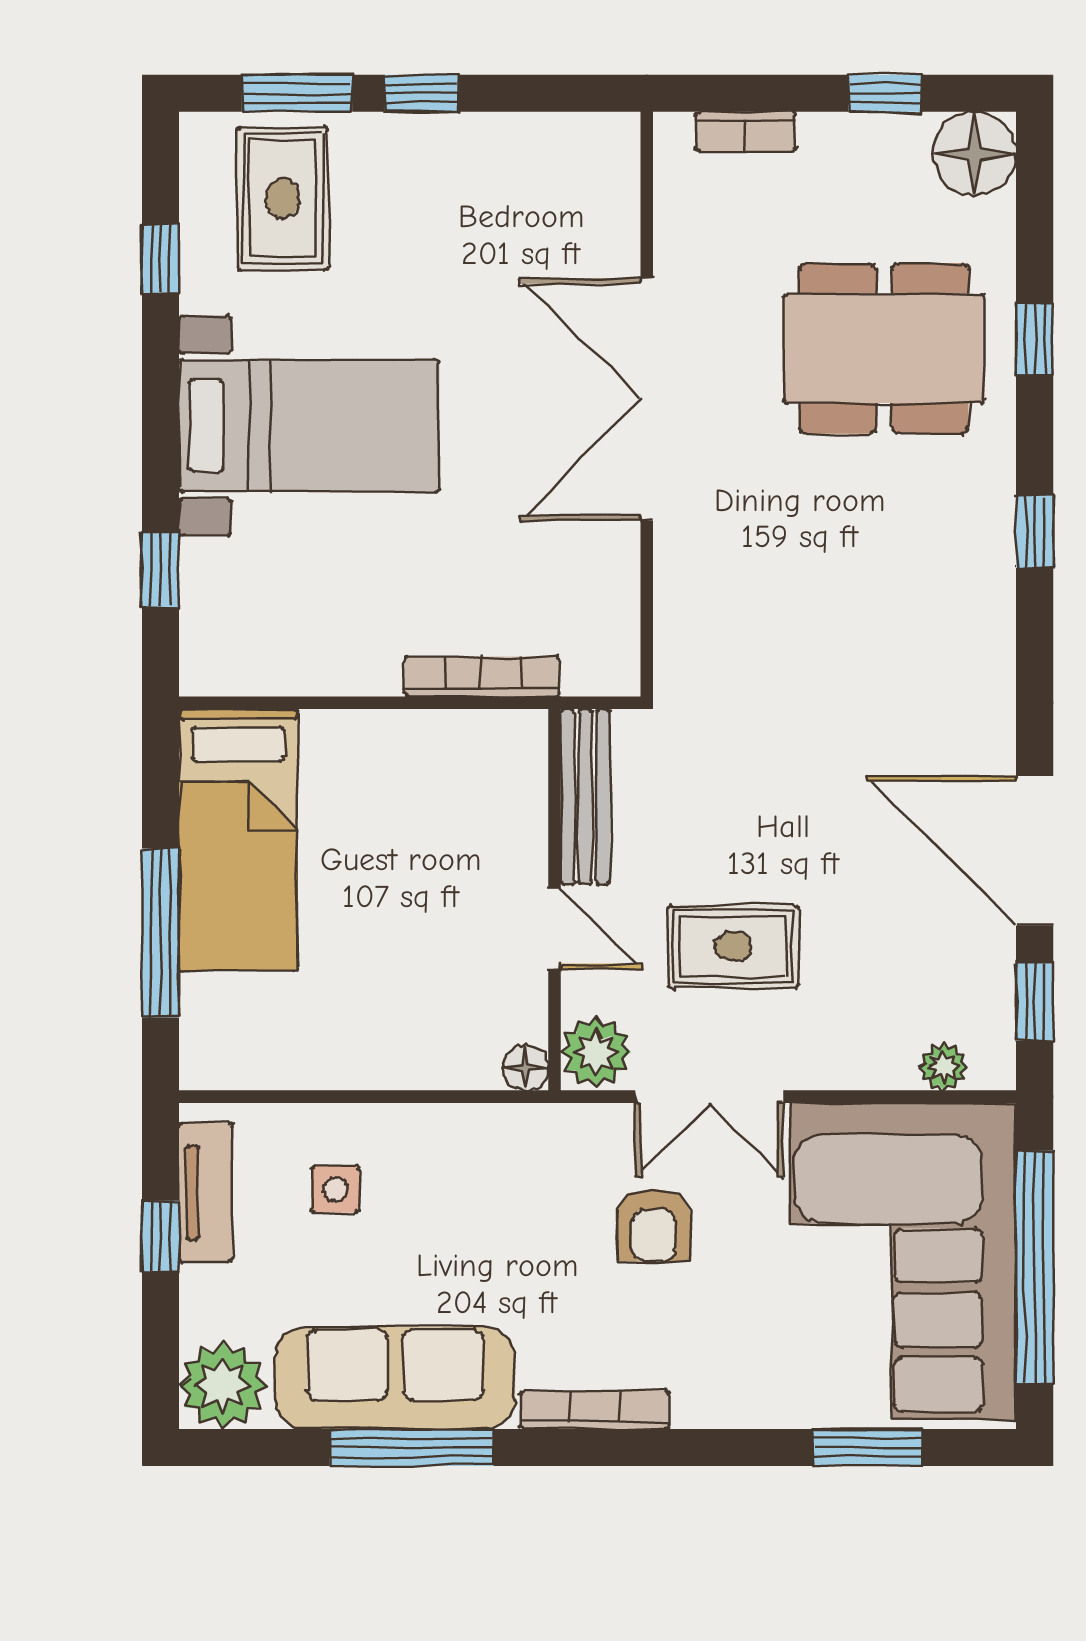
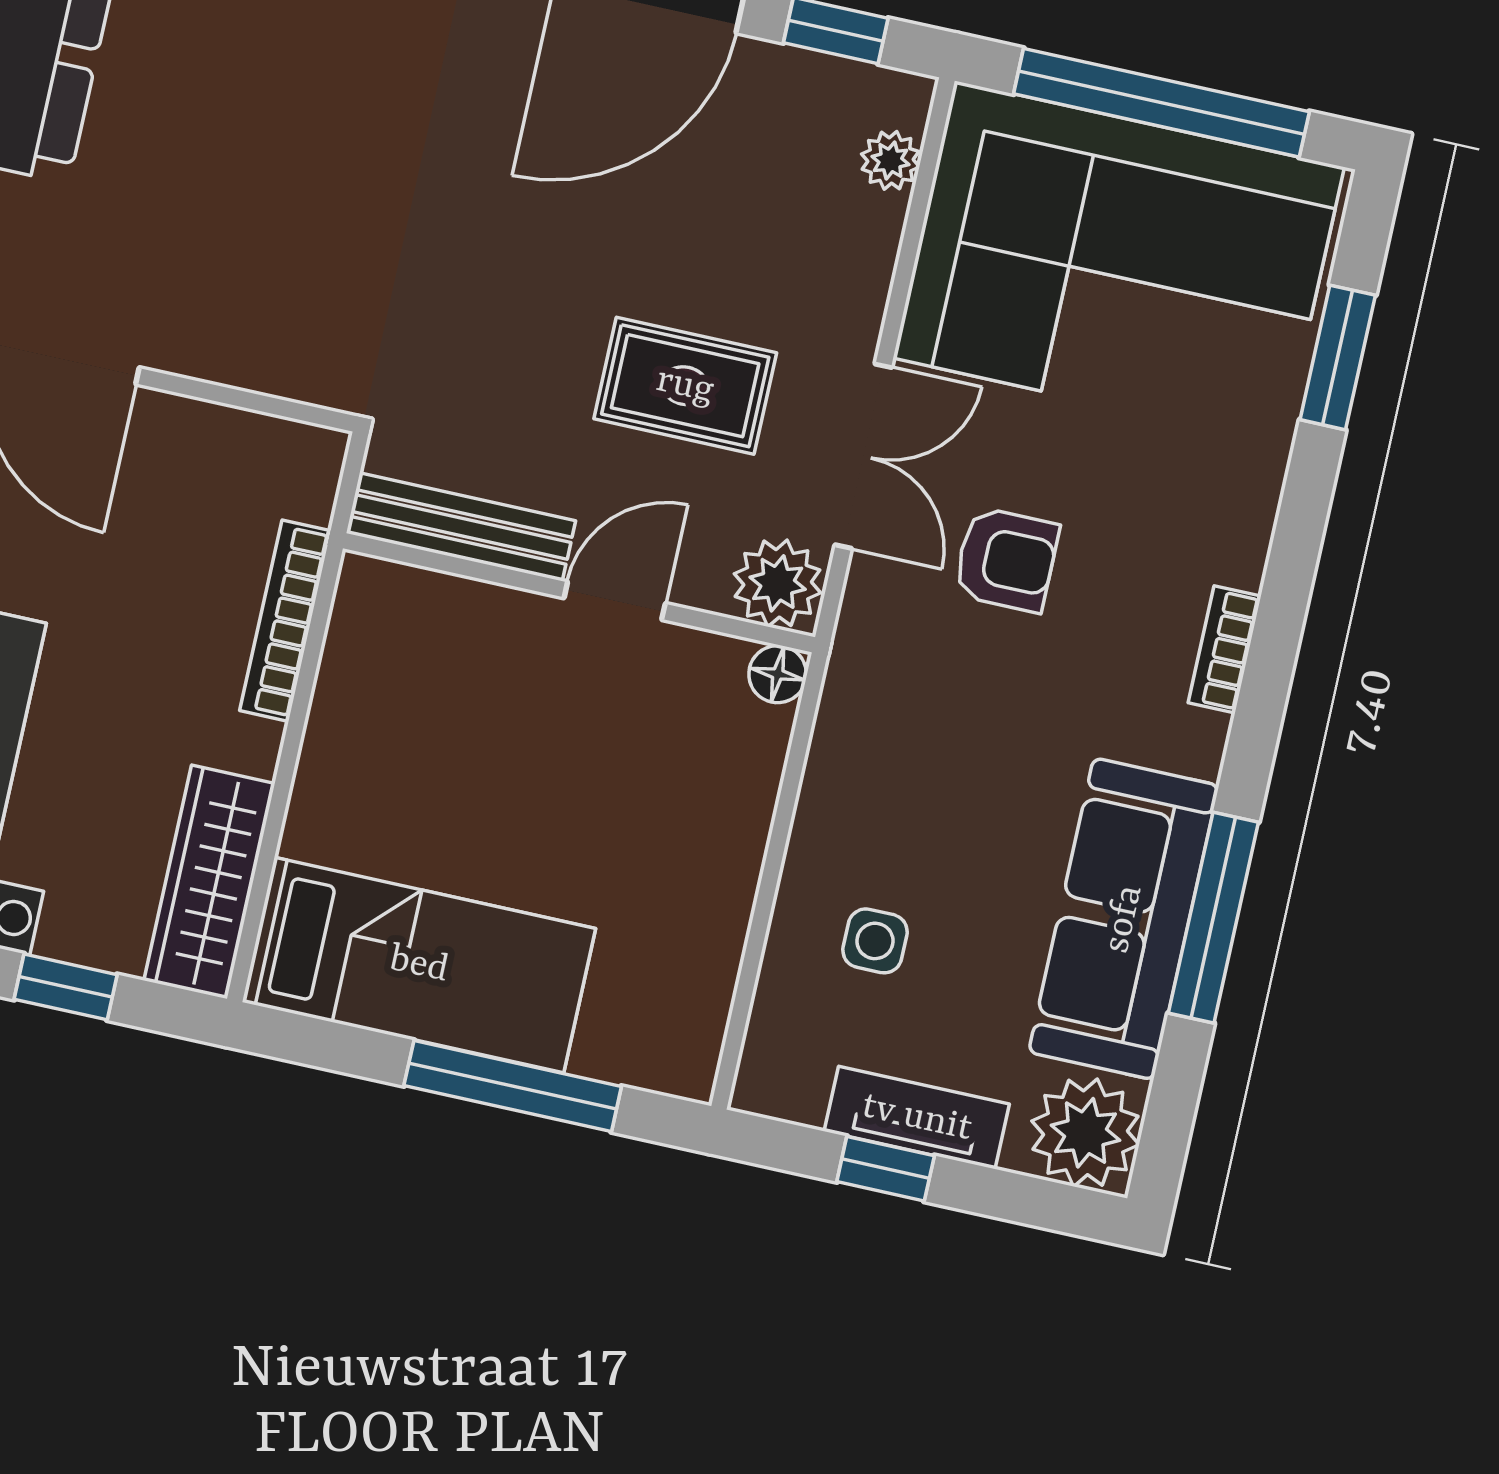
wardrobe: (267, 663) -> (209, 882), added
rug: (733, 946) -> (685, 386), turned 90
tv unit: (205, 1192) -> (917, 1118), moved
bookcase: (595, 1410) -> (1225, 649), width x0.64

